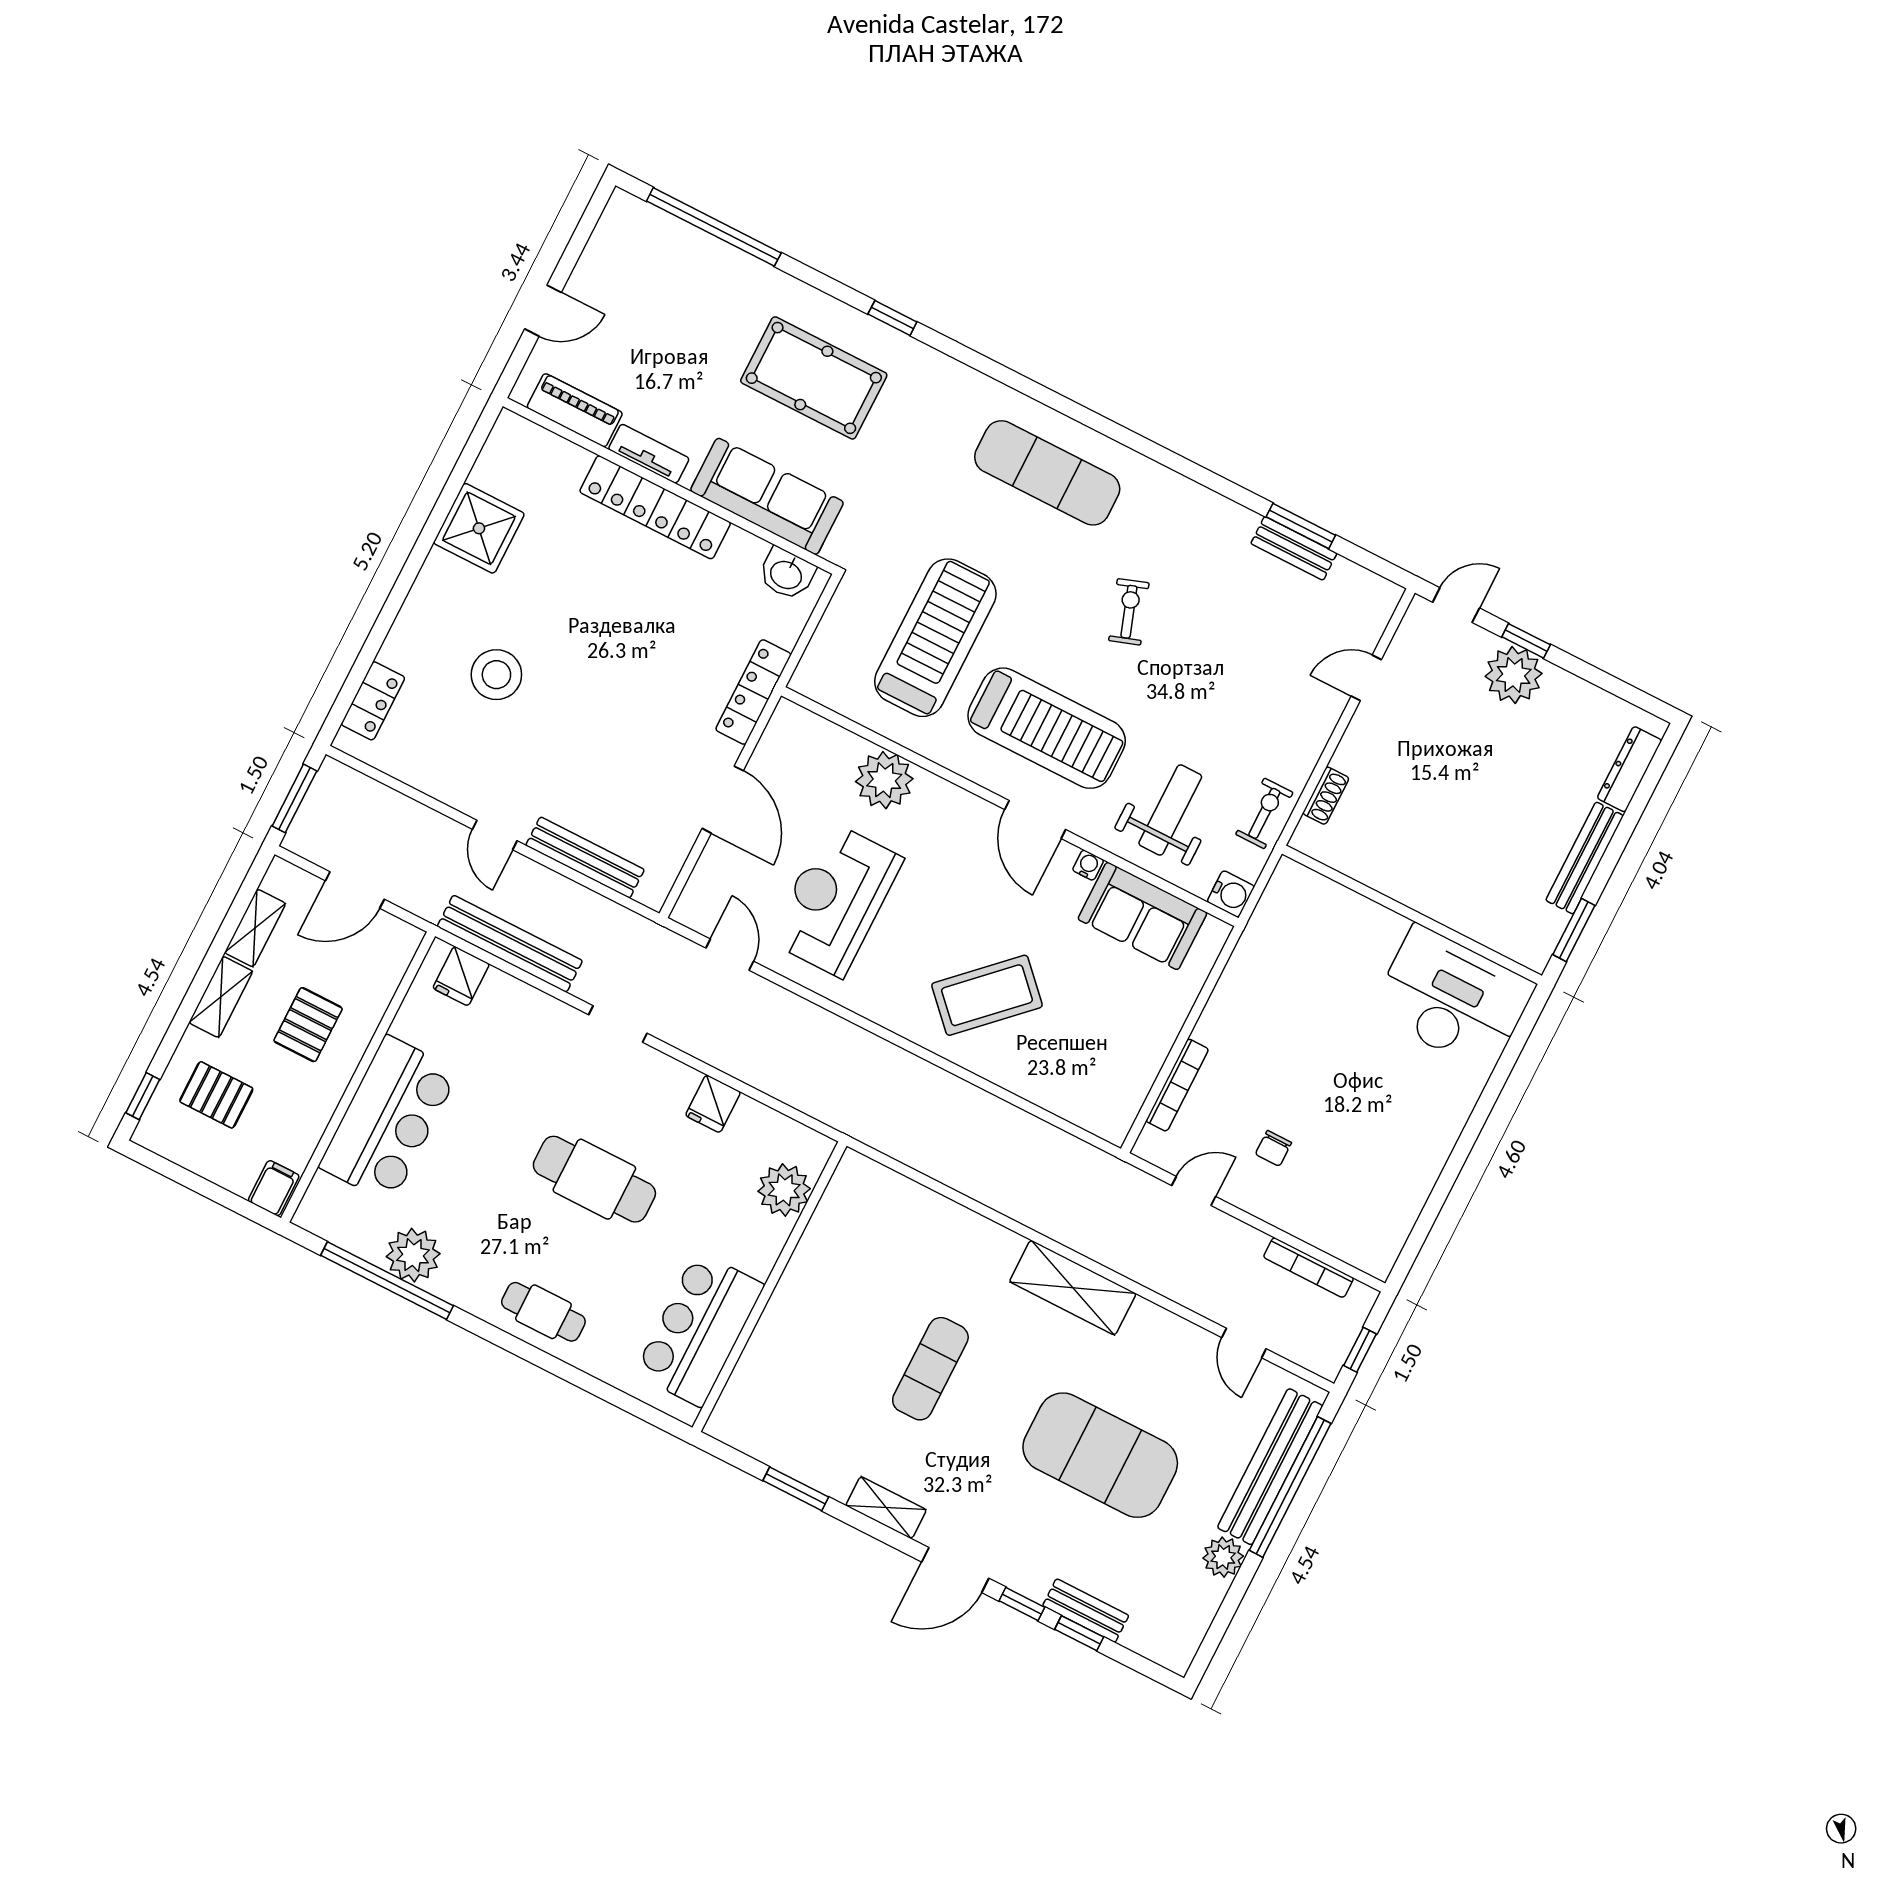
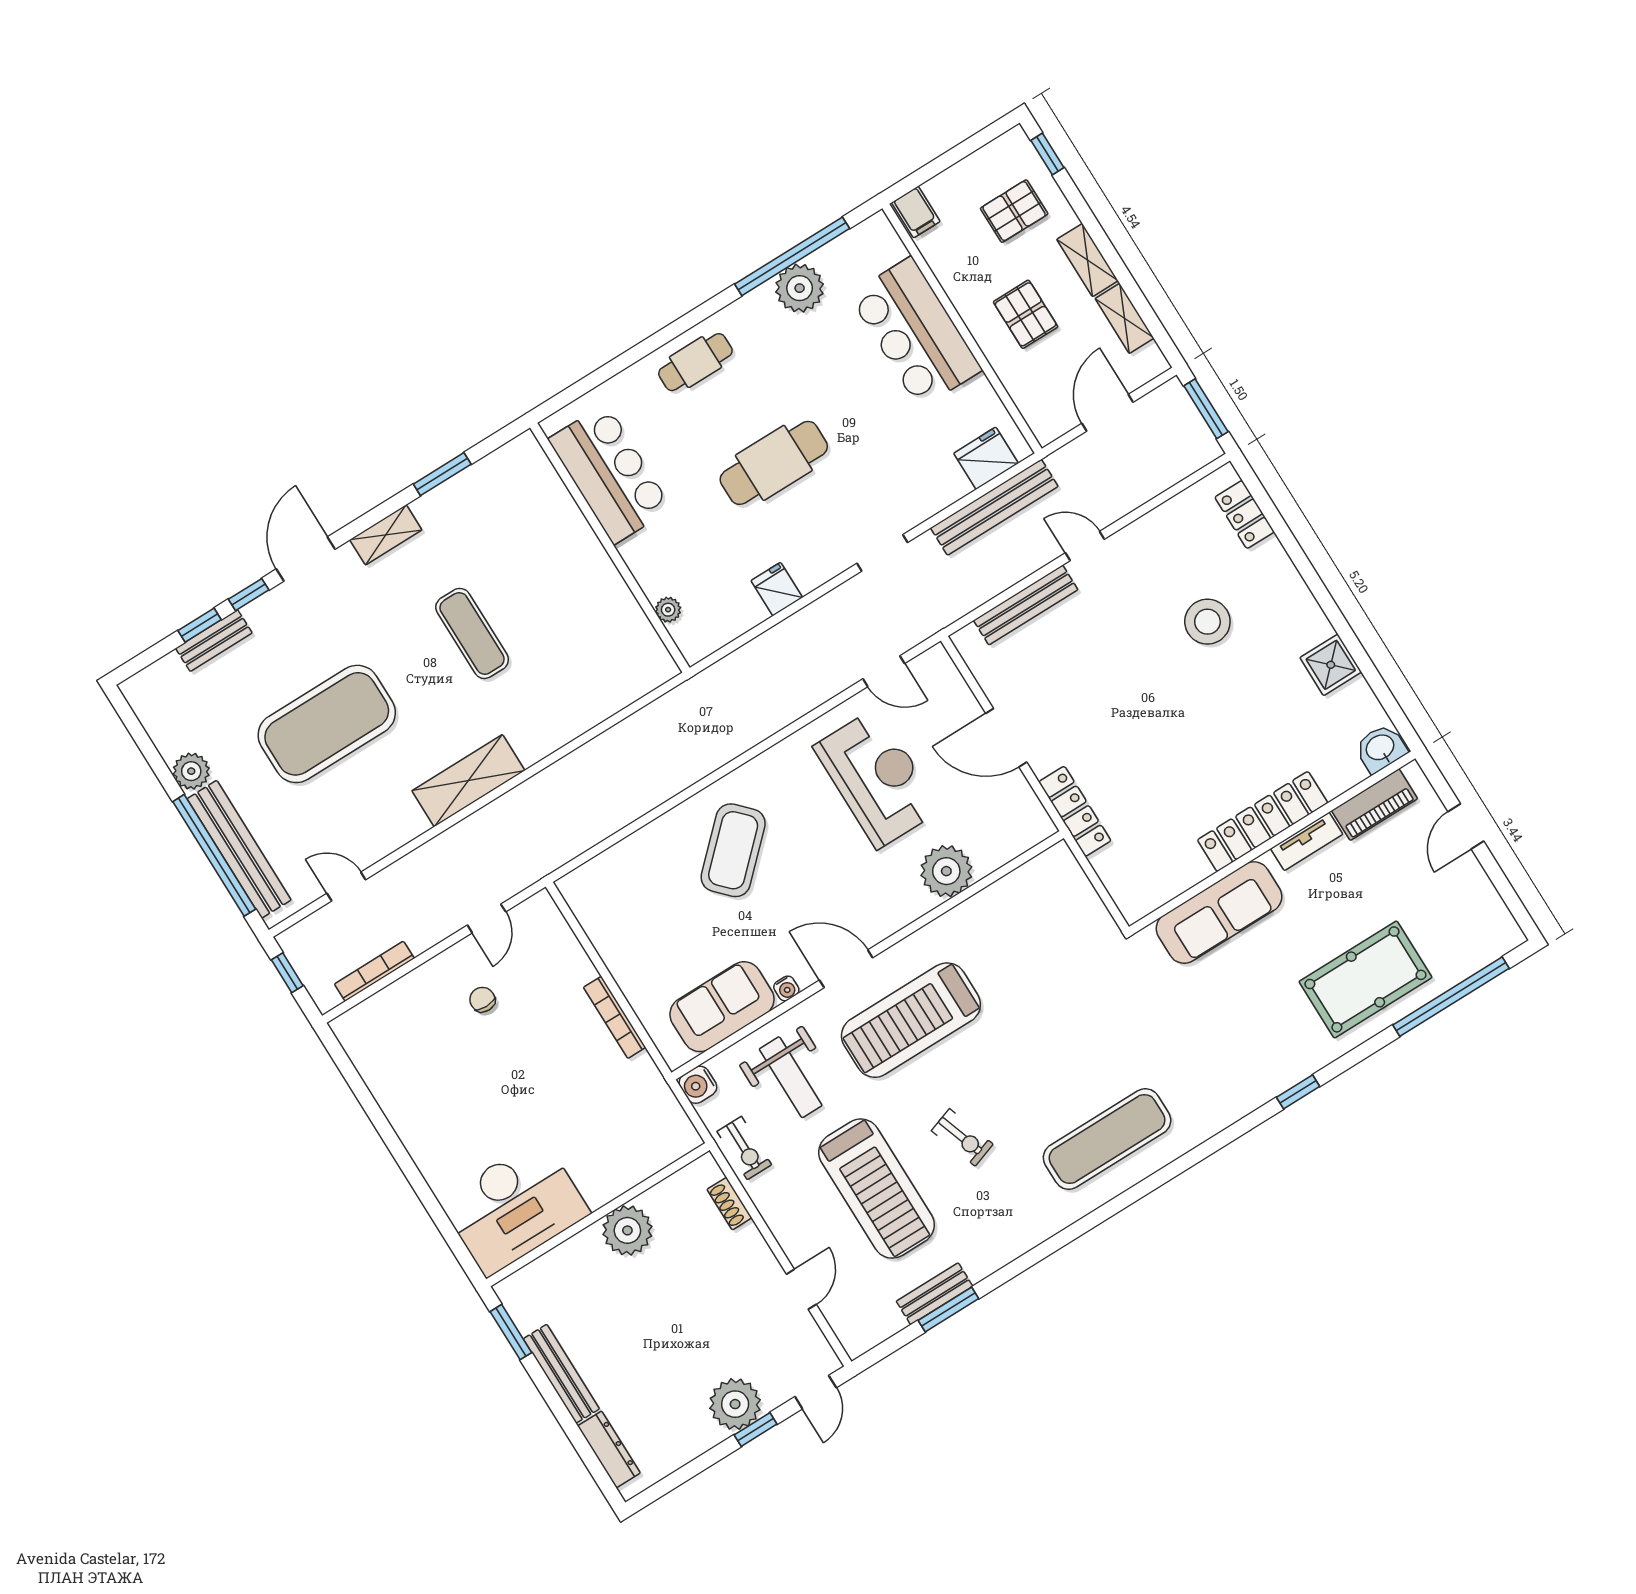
pool table: (814, 378) -> (1365, 979), moved
shower: (479, 528) -> (1331, 665), width x0.73, depth x0.73
washbasin: (787, 574) -> (1381, 748), moved
treadmill: (935, 638) -> (877, 1189), moved
plant: (1410, 877) -> (627, 1230), added
fridge: (461, 976) -> (986, 458), width x1.38
bookcase: (1177, 1085) -> (615, 1017), moved
plant: (784, 1190) -> (668, 610), width x0.53, depth x0.53

